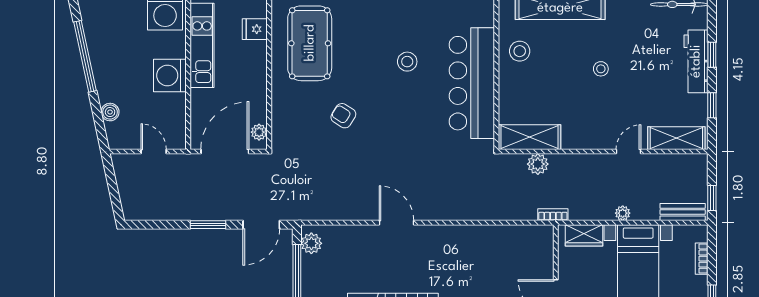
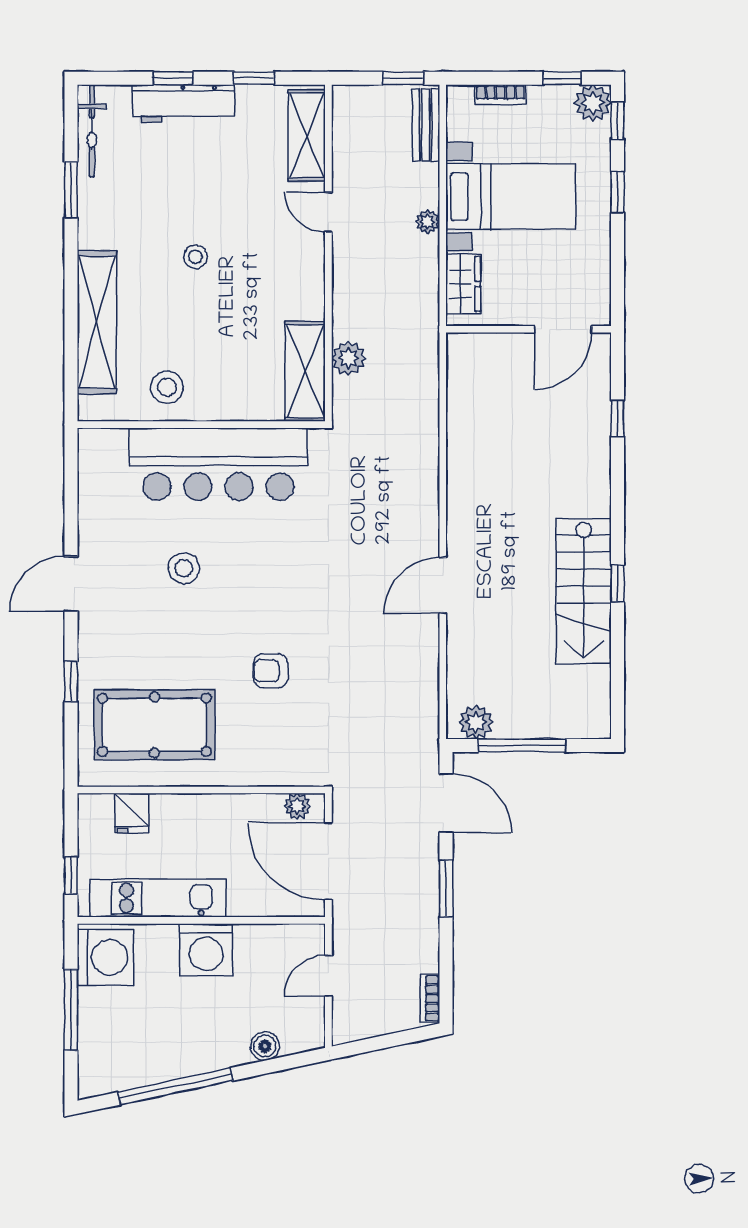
armchair: (343, 116) -> (271, 671), turned 58
bookcase: (553, 215) -> (430, 999), moved

